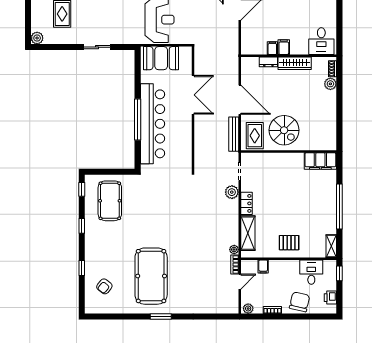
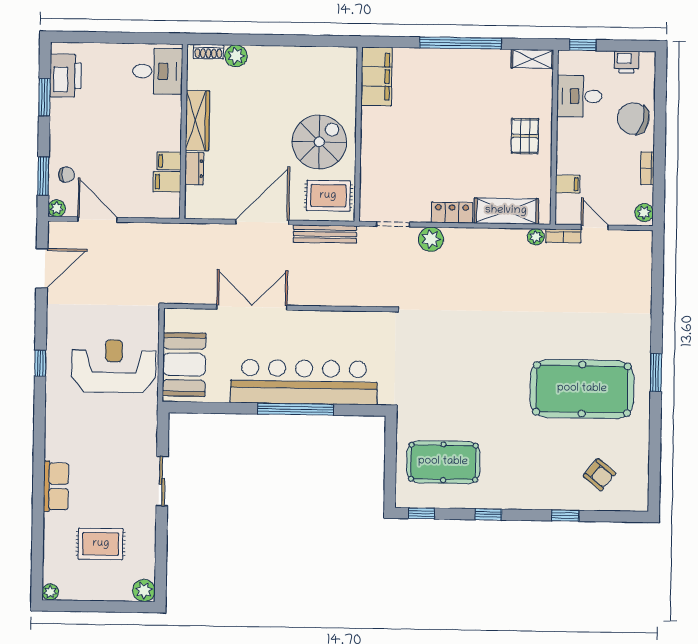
filing cabinet: (284, 47) -> (167, 182), moved

